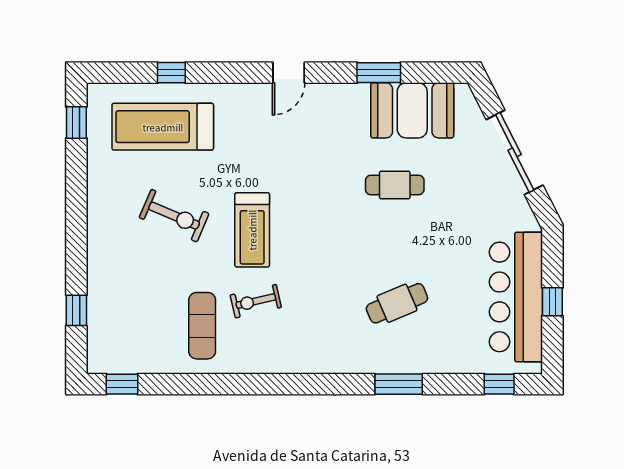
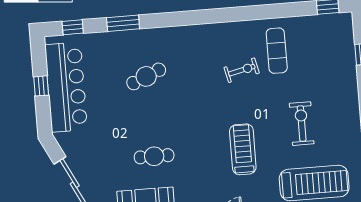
exercise bike: (174, 216) -> (302, 124), turned 67
treadmill: (252, 230) -> (243, 149), moved
window: (399, 384) -> (123, 23), moved

